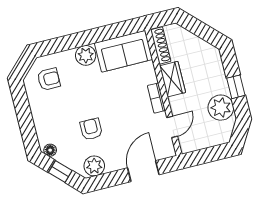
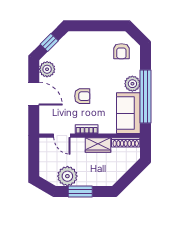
window: (98, 35) -> (146, 97), added
window: (236, 87) -> (80, 191), width x1.50
armchair: (91, 129) -> (82, 96), moved
floor lamp: (50, 150) -> (67, 39), removed
door: (143, 171) -> (34, 94), moved

